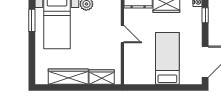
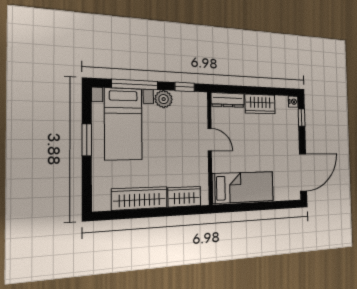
window: (32, 20) -> (87, 140), moved
bed: (167, 58) -> (243, 187), moved, turned 90

